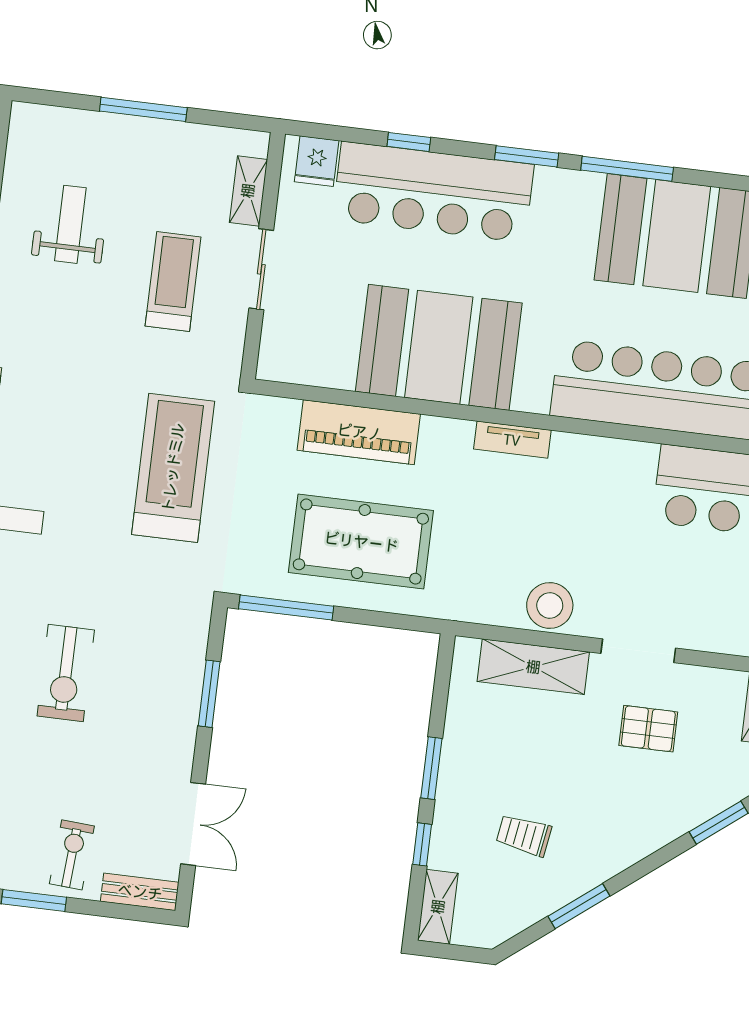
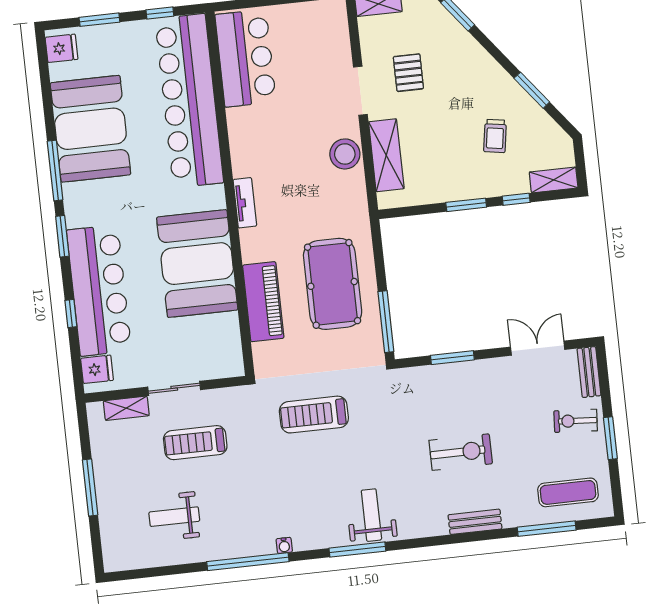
treadmill: (173, 468) -> (314, 415), width x0.73, depth x0.73

